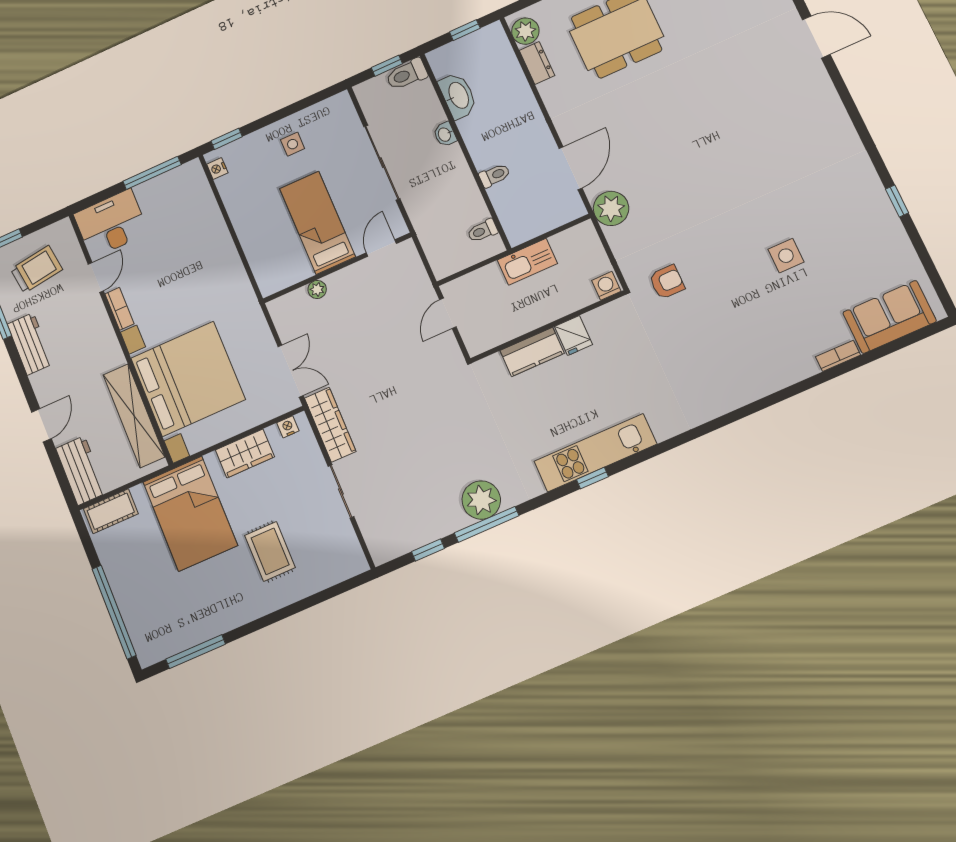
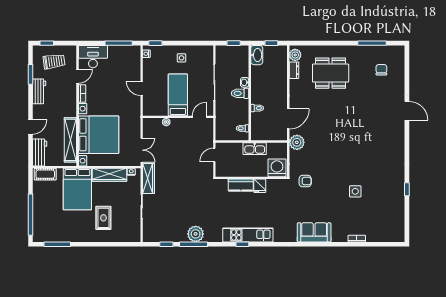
toilet: (407, 74) -> (240, 93), moved
washbasin: (458, 96) -> (257, 55), moved
door: (237, 243) -> (142, 88), added
washing machine: (606, 286) -> (277, 168), width x1.89, depth x1.89
sofa: (889, 317) -> (314, 232), moved
wardrobe: (245, 453) -> (109, 175), width x1.50

